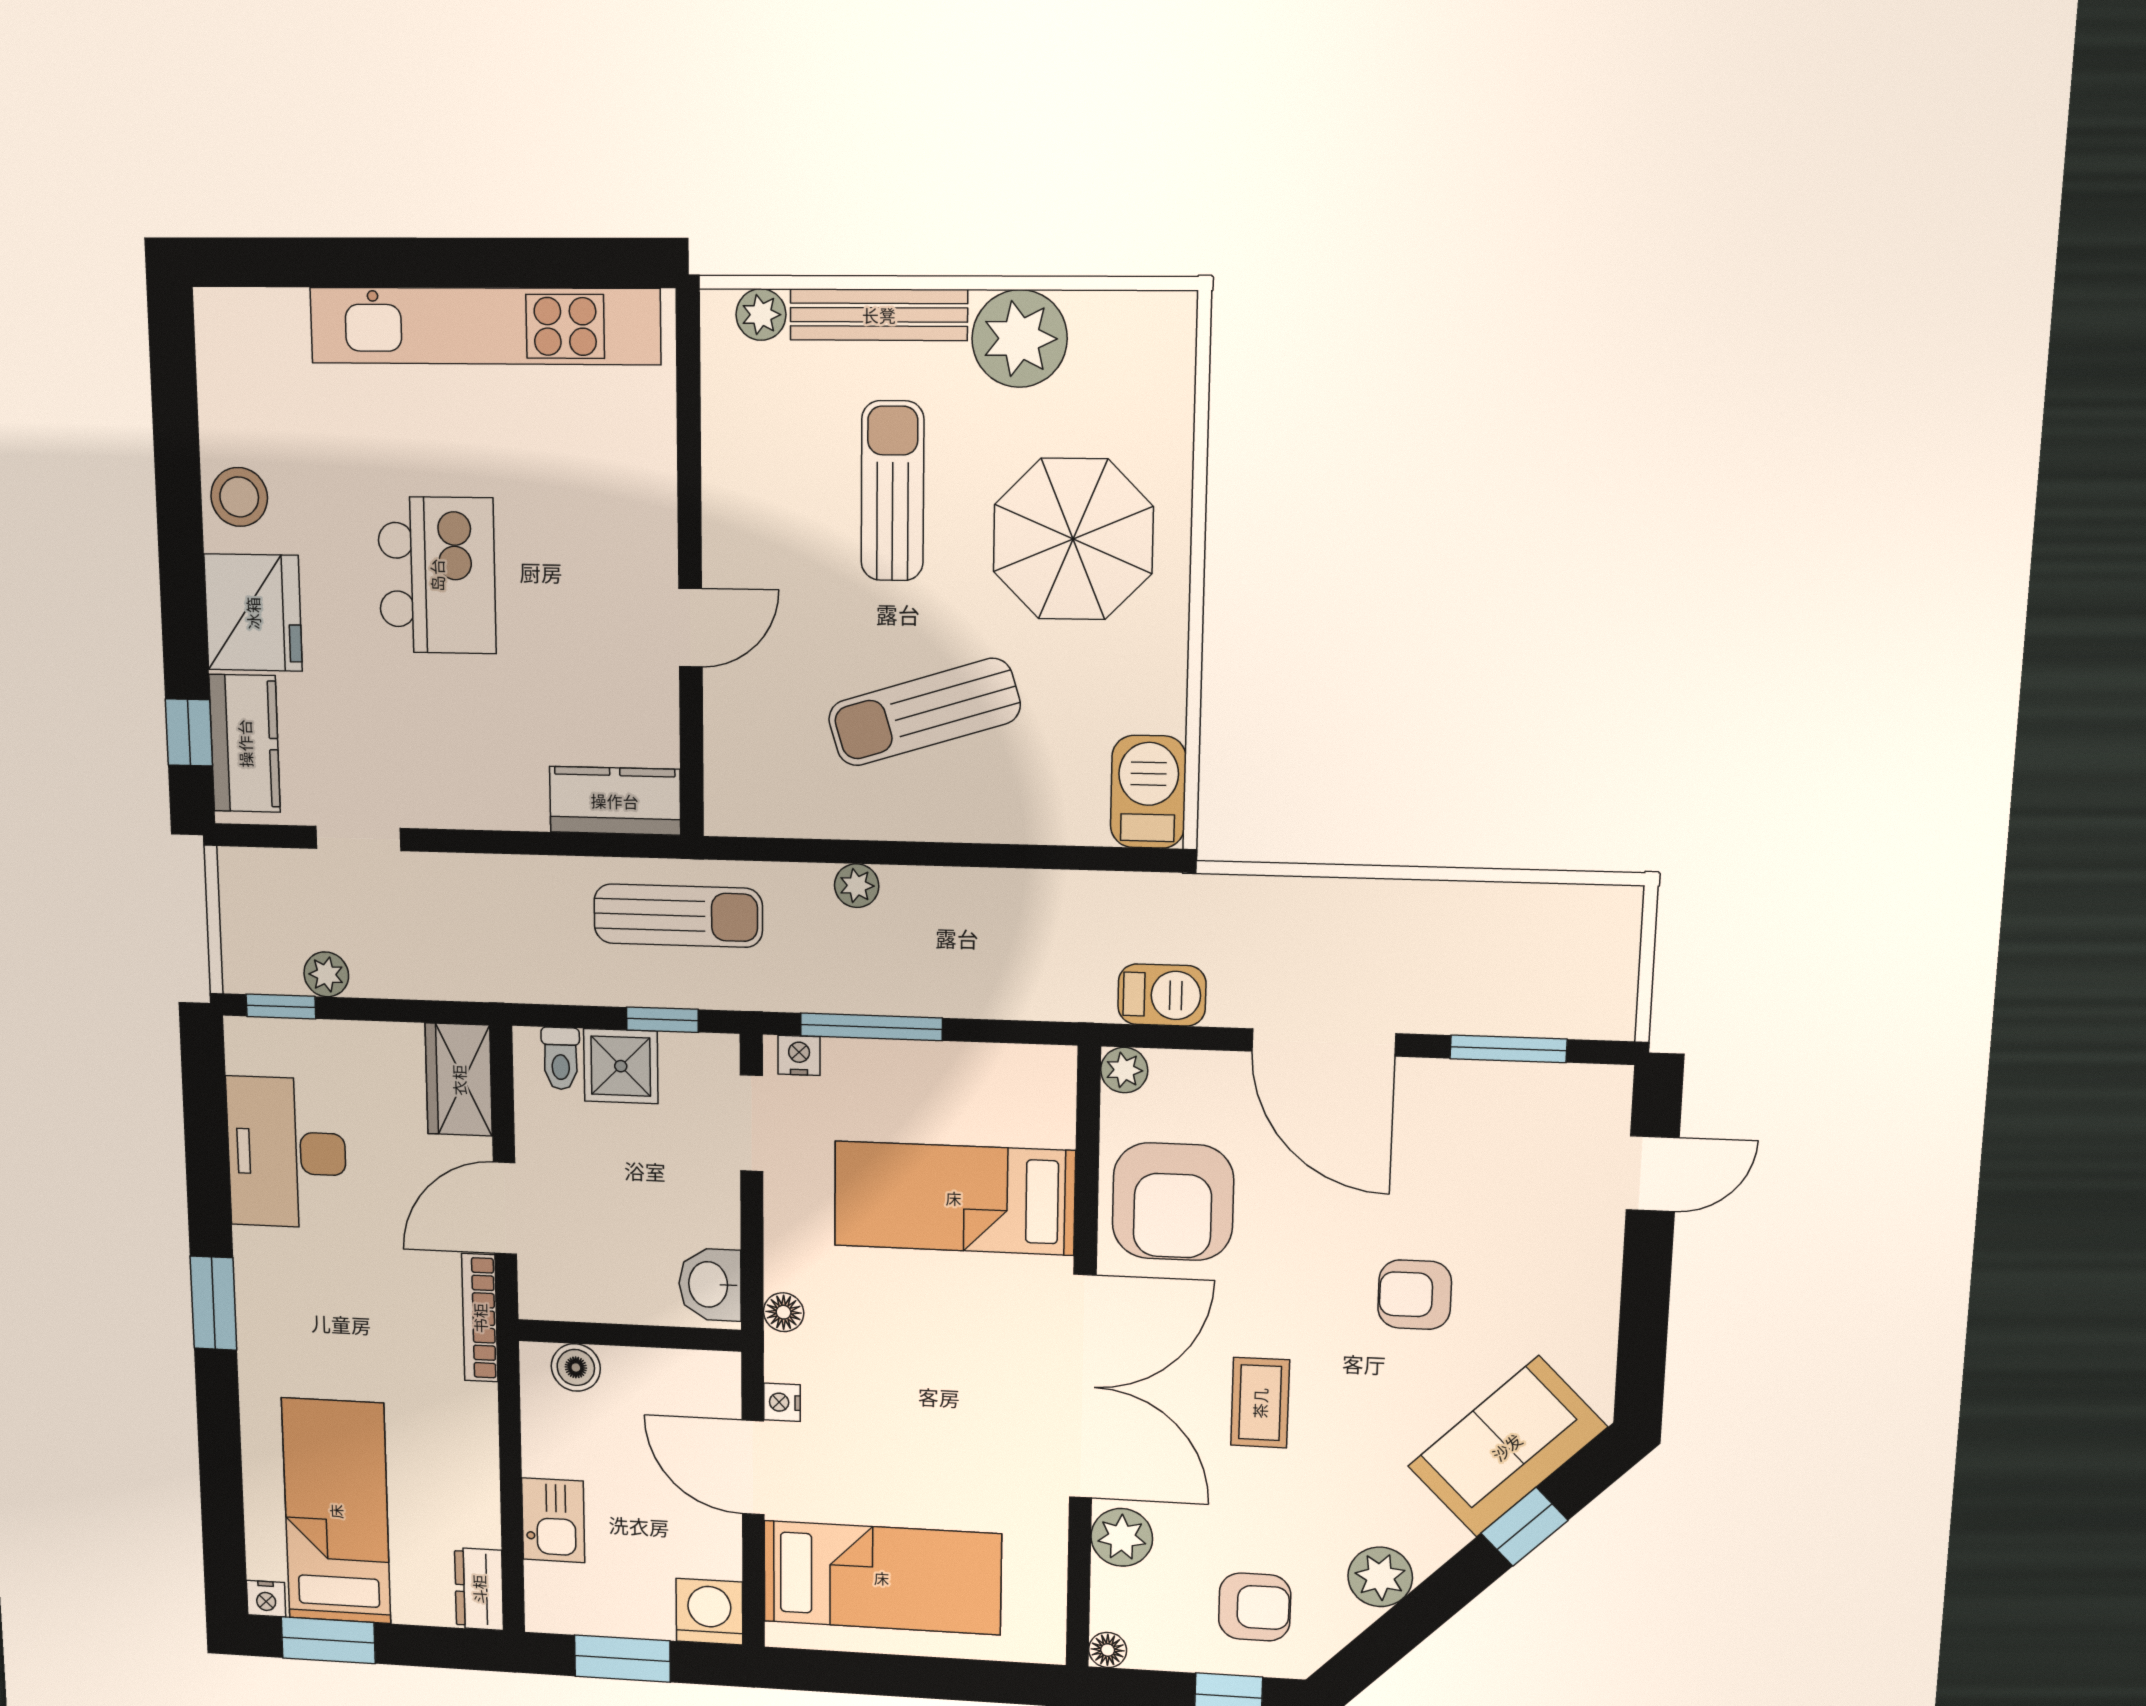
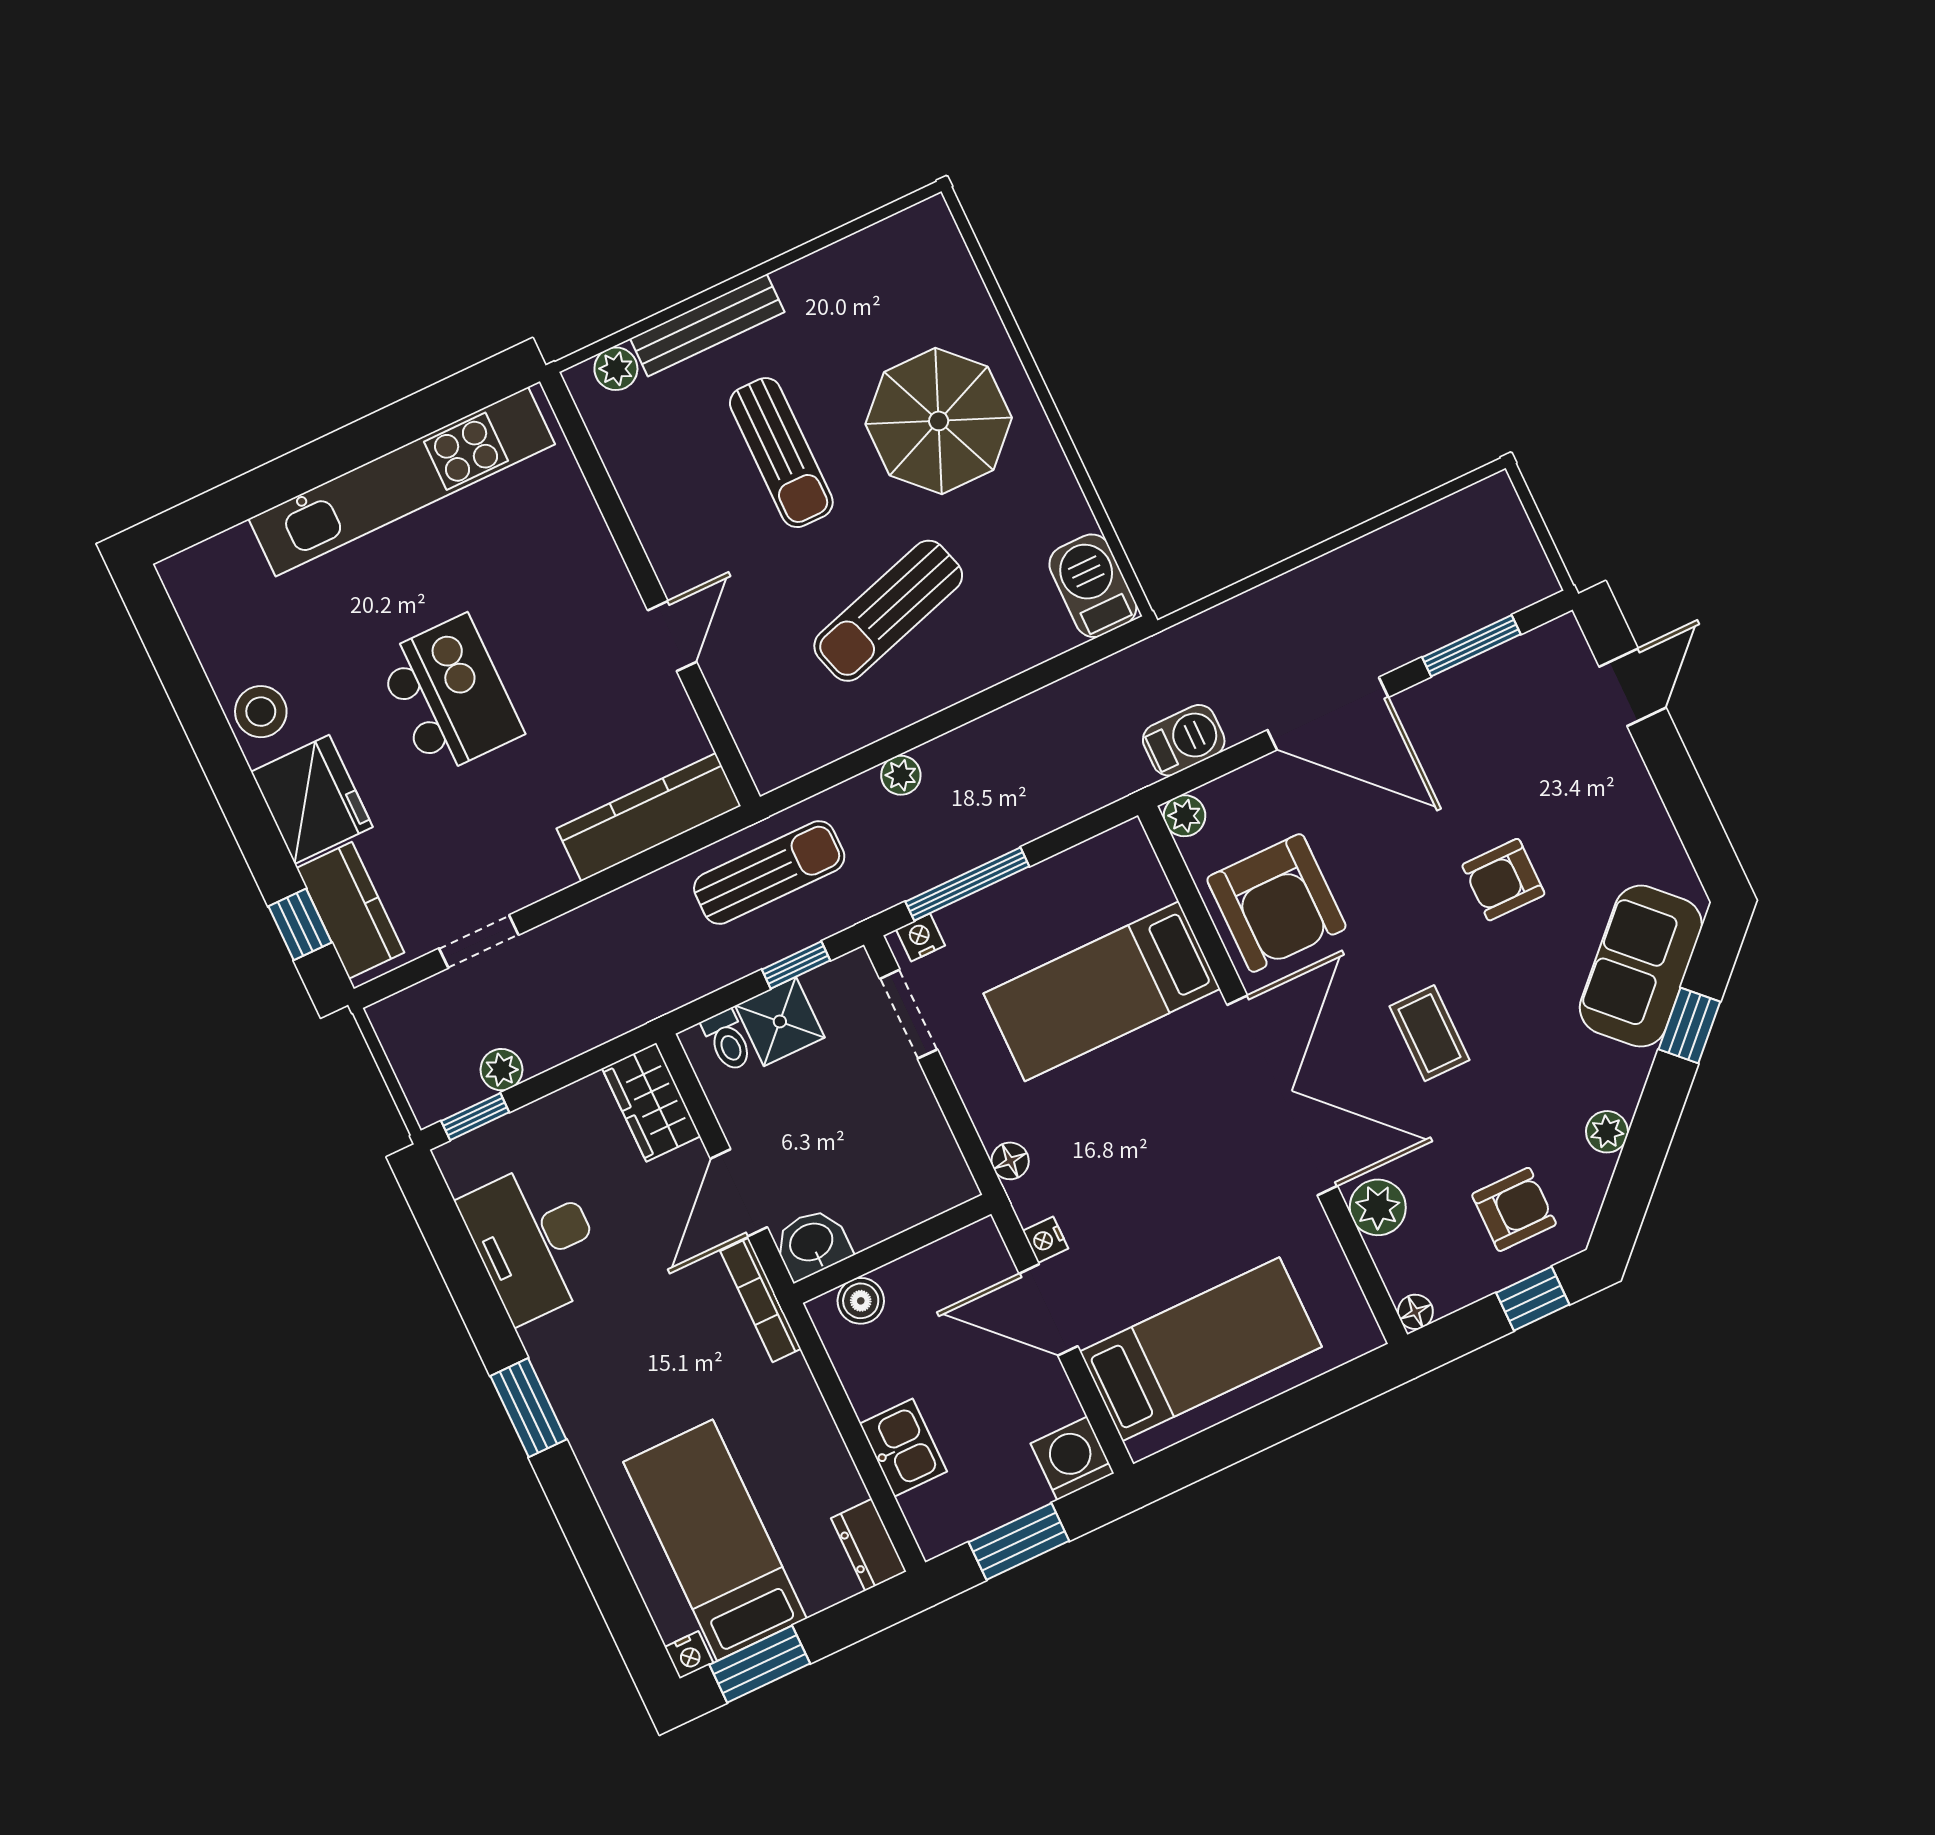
plant: (1020, 339) -> (824, 291), removed
sun lounger: (892, 491) -> (781, 453), turned 180
kitchen counter: (615, 801) -> (649, 817), width x1.50
washbasin: (710, 1284) -> (812, 1244), moved, turned 90
plant: (1380, 1577) -> (1607, 1132), width x0.73, depth x0.73

